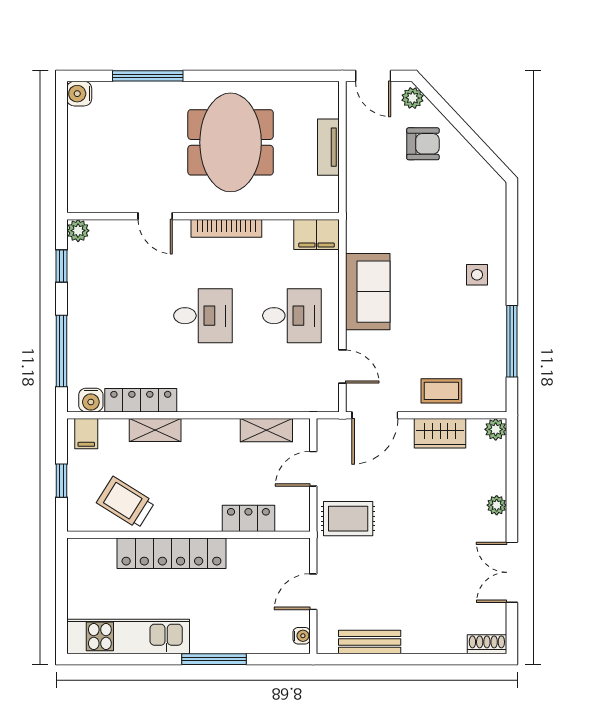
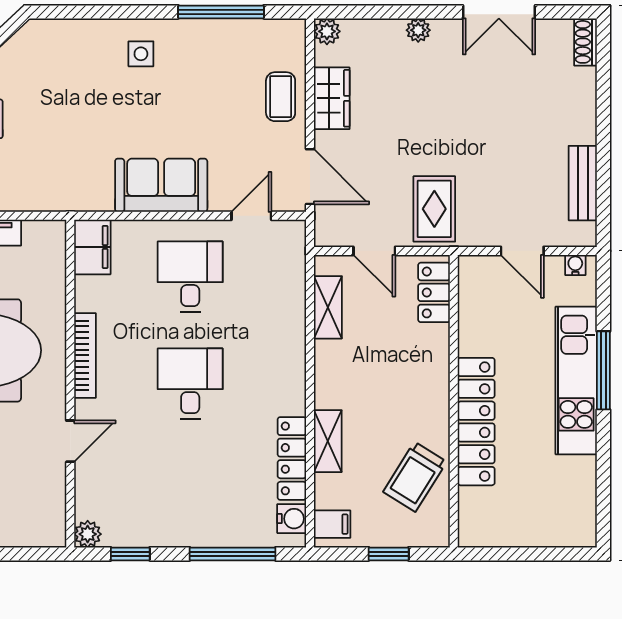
locker: (248, 518) -> (434, 292), moved
kitchen unit: (128, 636) -> (576, 380), moved

